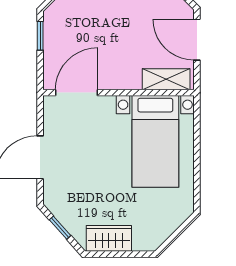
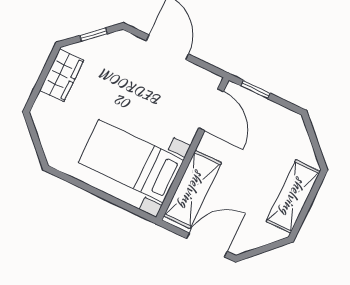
window: (40, 36) -> (256, 89), moved
shelving: (166, 79) -> (192, 189), width x1.50, depth x1.33

